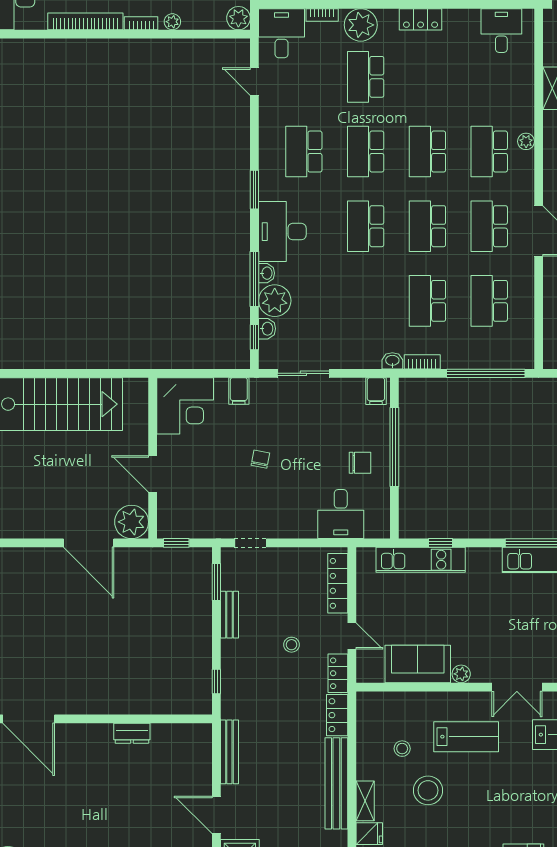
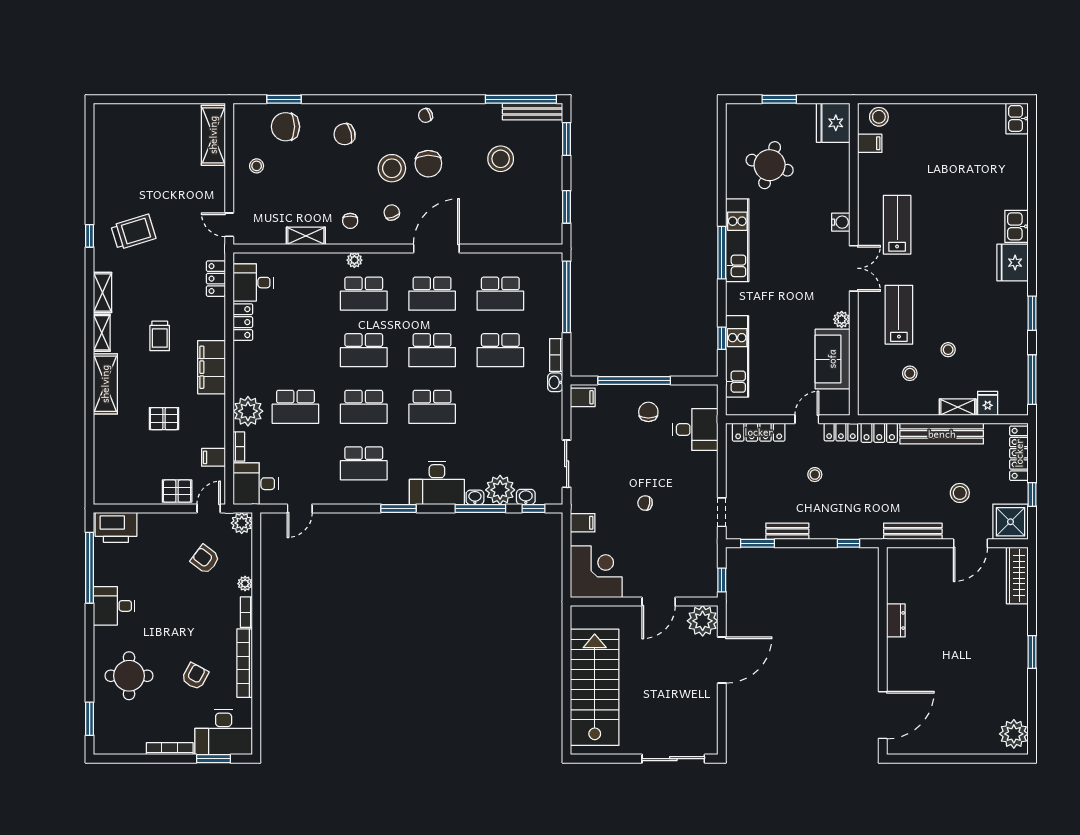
locker: (421, 19) -> (243, 322), moved
stool: (428, 790) -> (948, 350), width x0.53, depth x0.53
stool: (271, 803) -> (960, 493), added

